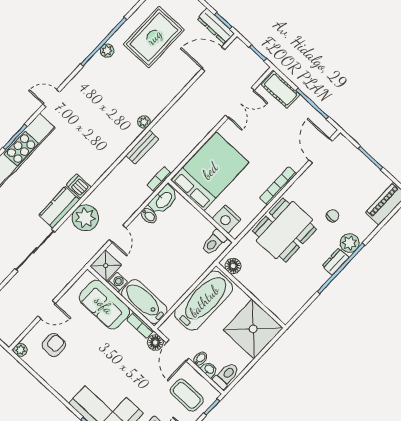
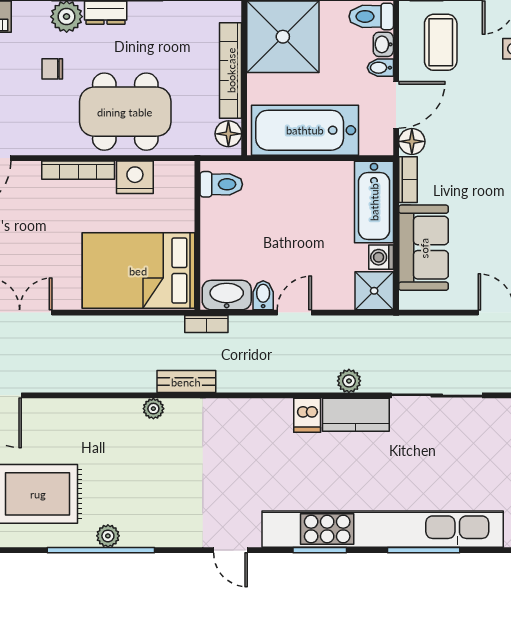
plant: (85, 218) -> (349, 381), width x0.53, depth x0.53
nightstand: (227, 219) -> (135, 177), moved, turned -90
door: (118, 234) -> (294, 313), moved
bookcase: (260, 292) -> (231, 70), added

